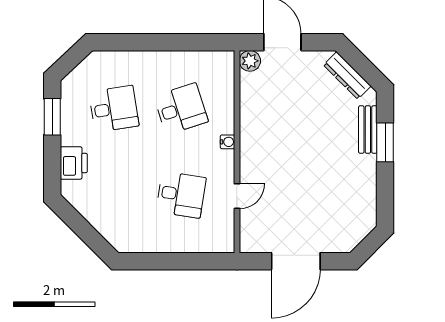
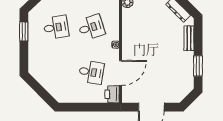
window: (385, 142) -> (198, 66), moved
printer: (74, 163) -> (112, 94), moved, turned 180
door: (237, 196) -> (120, 73), width x1.88

